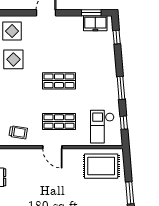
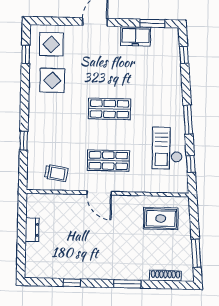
freezer: (95, 23) -> (136, 36), moved
checkout: (102, 127) -> (167, 148), moved
rug: (101, 166) -> (161, 218), width x0.73, depth x0.70

